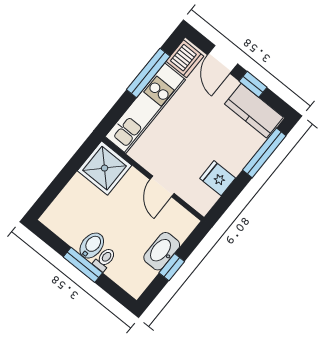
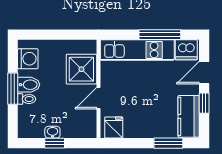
window: (264, 153) -> (168, 143), width x0.69
shower: (105, 168) -> (81, 69), moved
fridge: (218, 178) -> (114, 128), moved
washing machine: (65, 225) -> (28, 59), added
washbasin: (162, 251) -> (52, 132), width x0.52, depth x0.69

